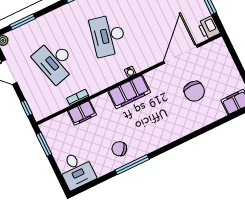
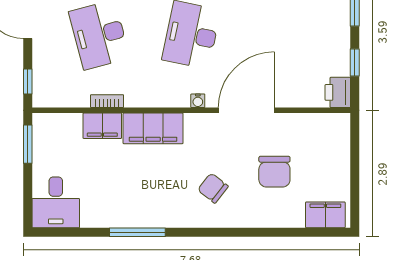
door: (180, 54) -> (246, 110), moved
filing cabinet: (129, 92) -> (153, 128), moved
chair: (119, 149) -> (213, 188), moved

